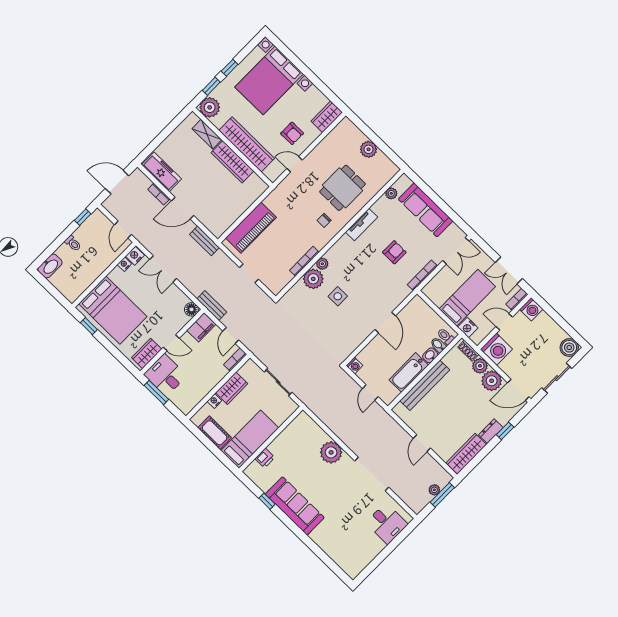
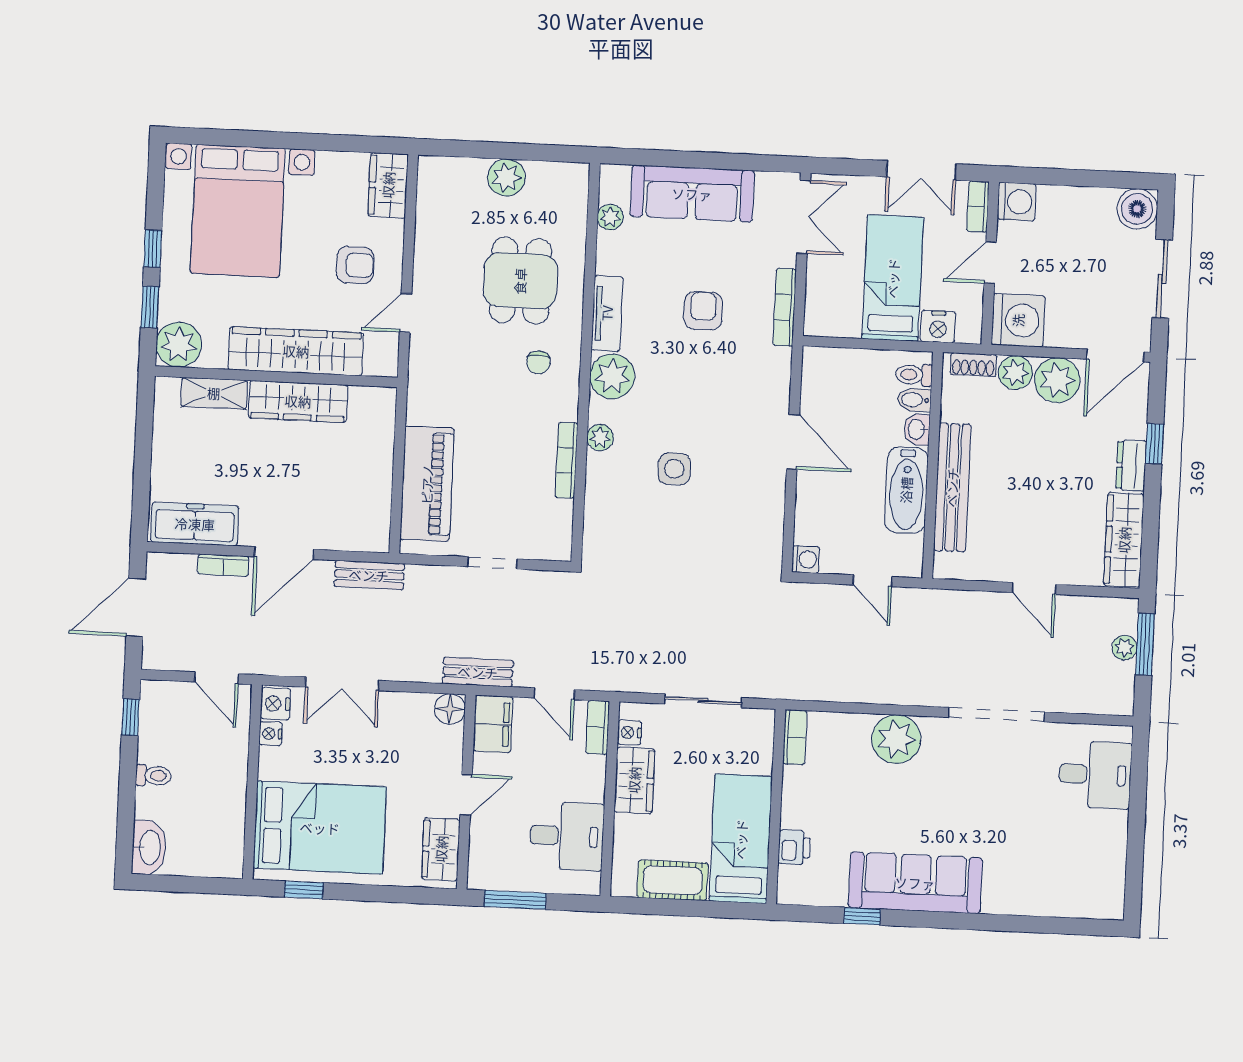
plant: (313, 279) -> (612, 376), moved
desk: (165, 375) -> (567, 836), moved, turned 180
nightstand: (214, 401) -> (629, 733), moved
bookcase: (298, 422) -> (795, 737), added

